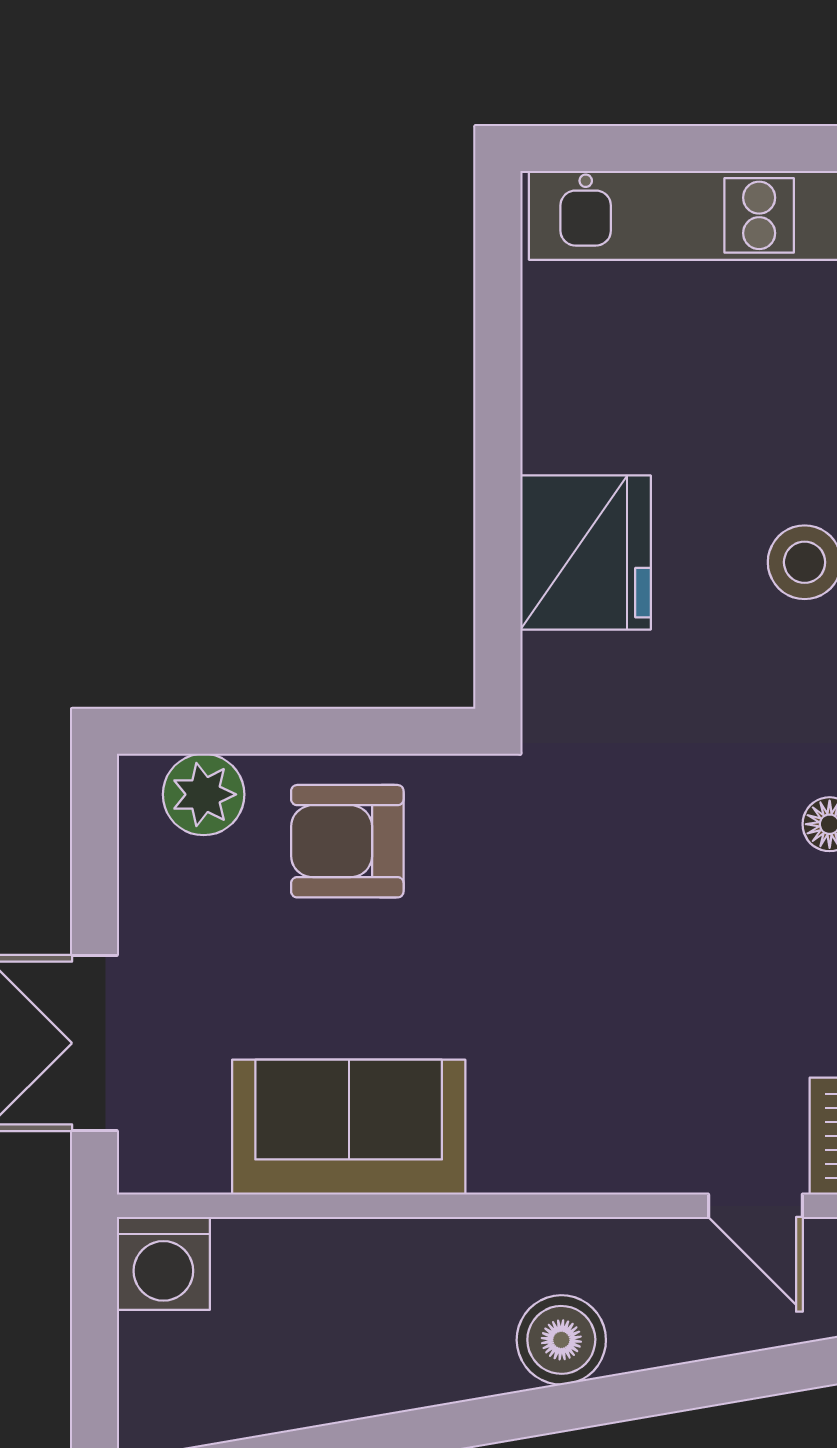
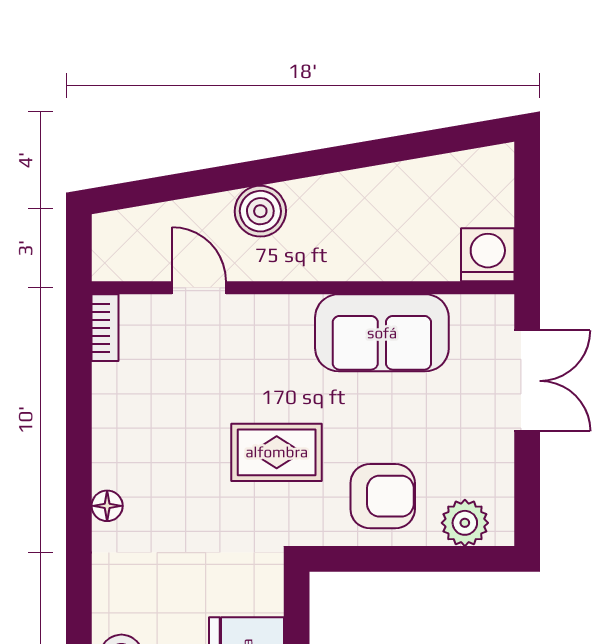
rug: (533, 918) -> (277, 452), added
door: (755, 1206) -> (199, 288), moved

